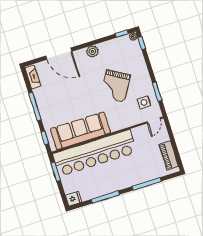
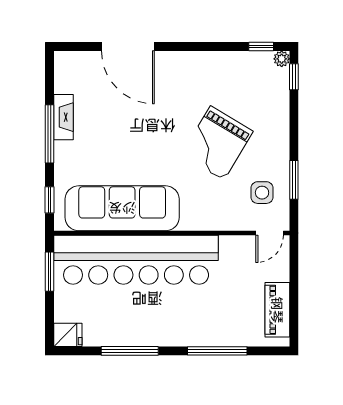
plant: (92, 51) -> (194, 63), removed
fireplace: (33, 77) -> (64, 117), moved

